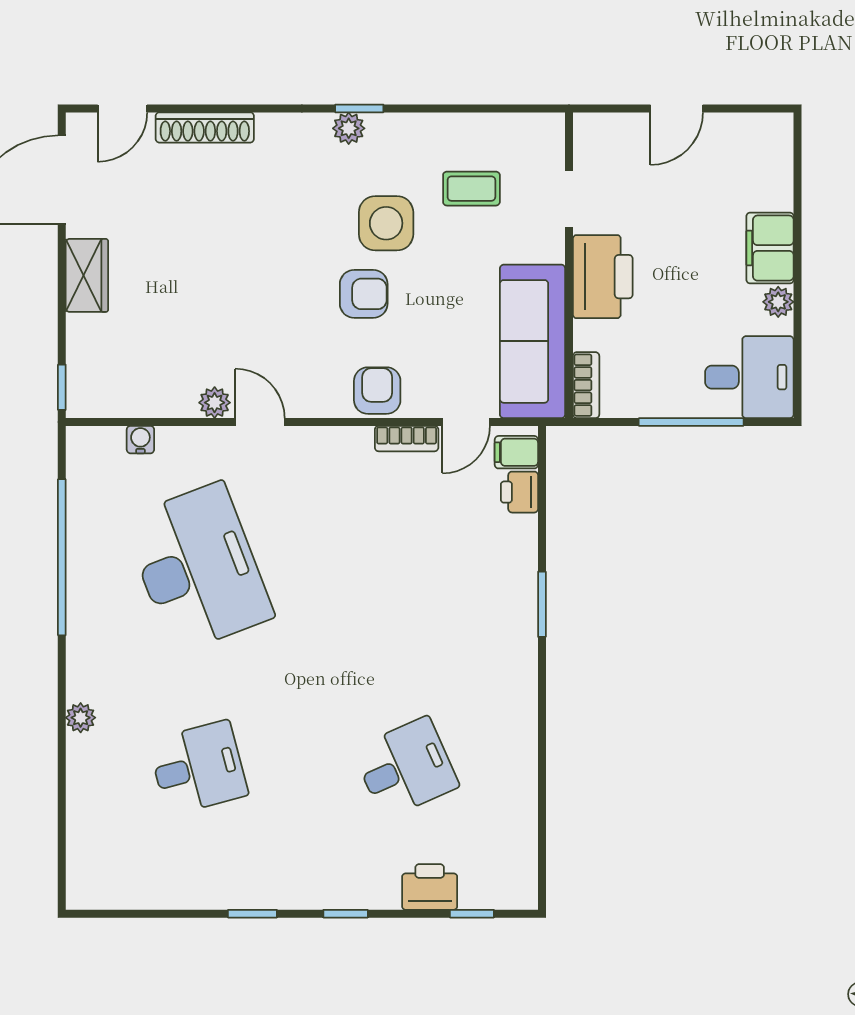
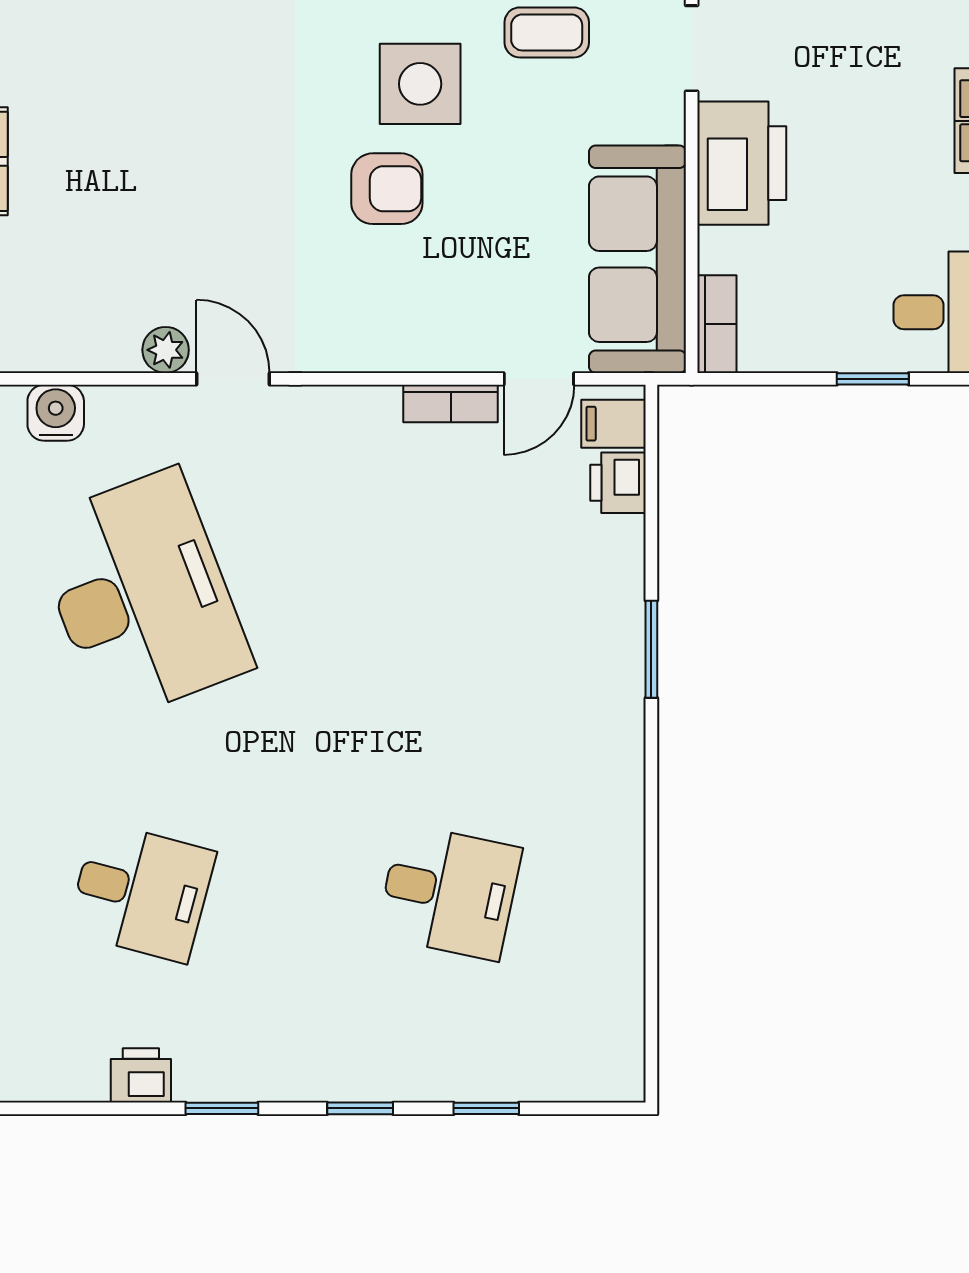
armchair: (377, 391) -> (407, 332), removed
window: (691, 422) -> (873, 379), width x0.46
water cooler: (140, 440) -> (56, 413), width x1.38, depth x1.38
desk: (198, 768) -> (141, 892), turned 30
desk: (406, 768) -> (449, 892), turned 36
printer: (430, 887) -> (141, 1075), moved, width x0.73, depth x0.81
window: (472, 914) -> (486, 1108), moved

